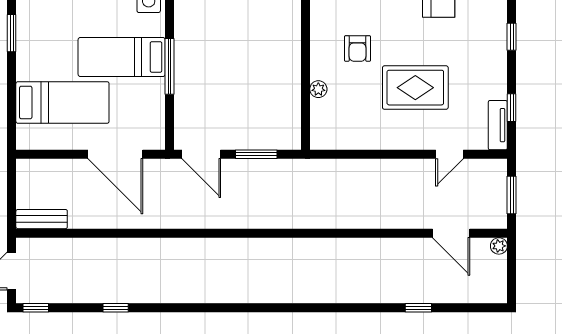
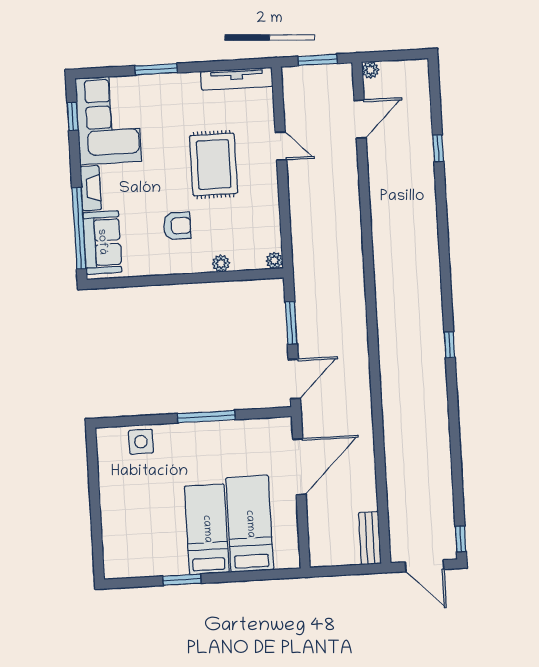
window: (512, 37) -> (156, 69), width x1.50
bed: (122, 57) -> (207, 529), moved, turned 180
window: (512, 108) -> (229, 65), removed
tv unit: (498, 125) -> (237, 79), width x1.41
plant: (318, 142) -> (274, 260), added
door: (449, 154) -> (281, 146), moved
window: (116, 308) -> (449, 345), moved

